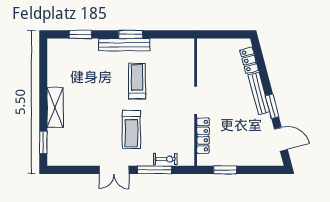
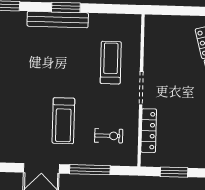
treadmill: (137, 81) -> (111, 63), moved
exercise bike: (165, 159) -> (109, 136), moved

